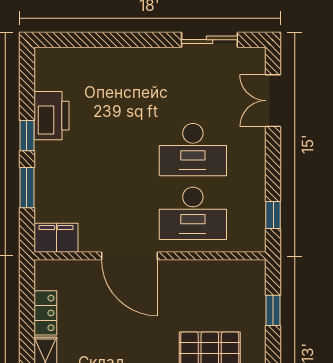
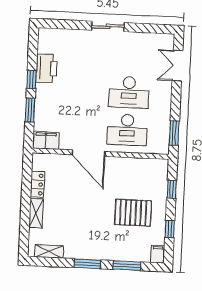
sliding door: (210, 40) -> (108, 26), moved
window: (273, 215) -> (174, 133), width x1.50

